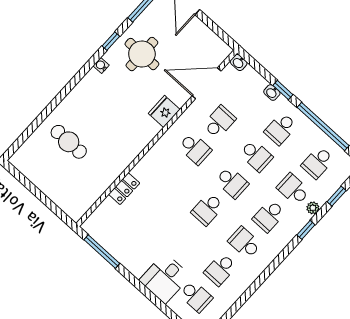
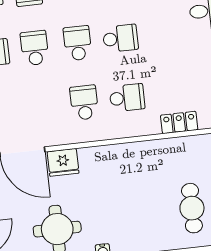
fridge: (164, 111) -> (63, 162), moved
school desk: (219, 122) -> (127, 98), moved, turned 180

